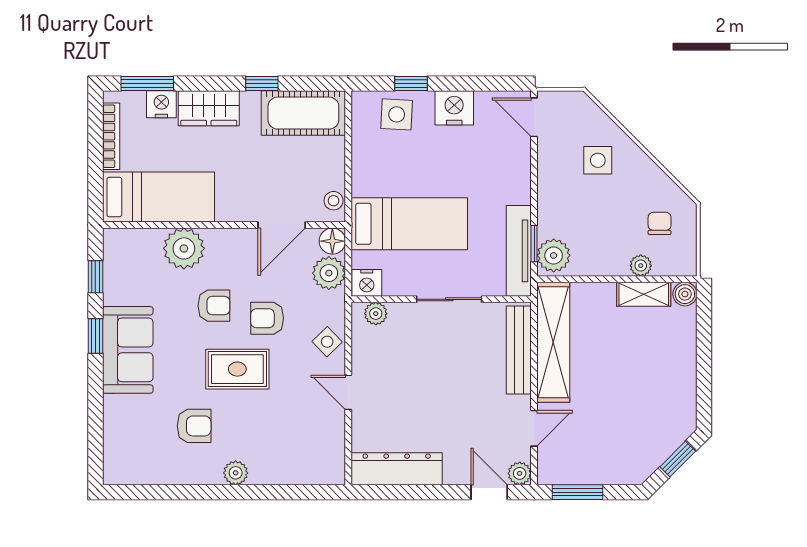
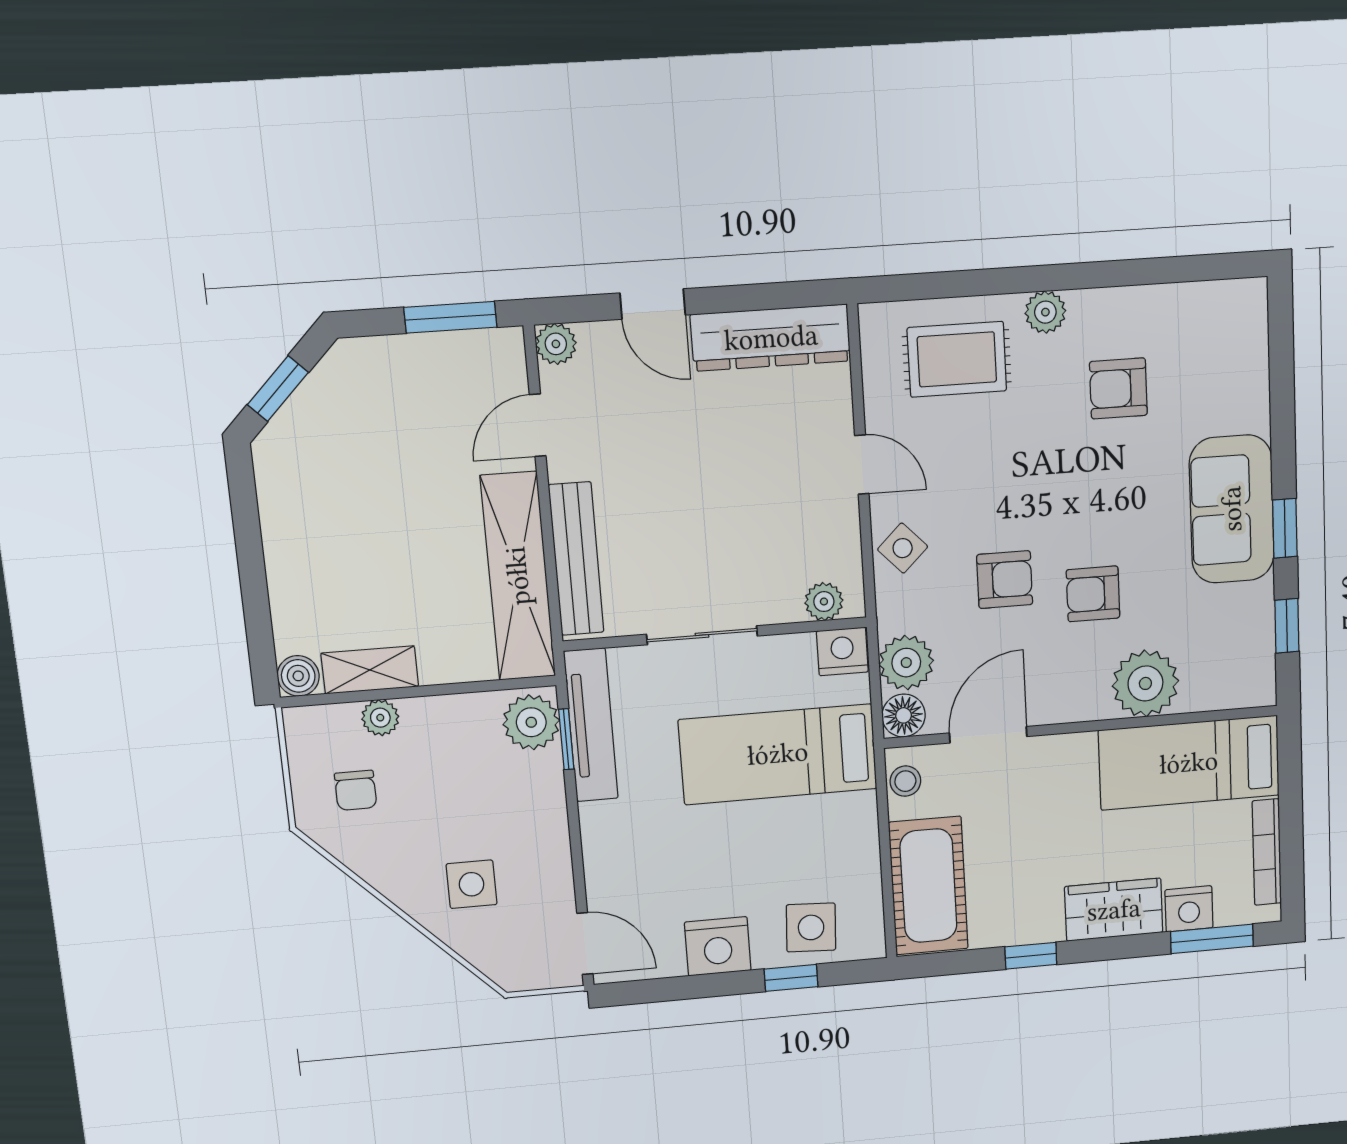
cot: (303, 113) -> (928, 886), moved, turned 90
rug: (237, 369) -> (957, 359), moved
door: (489, 492) -> (653, 304), moved

